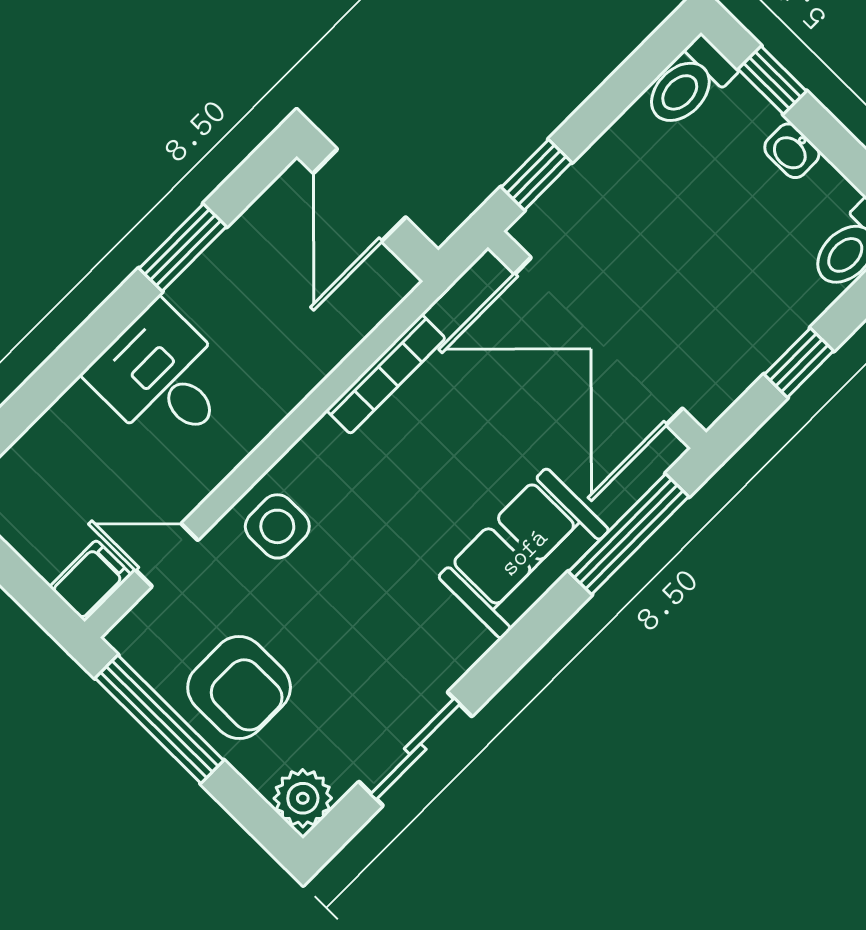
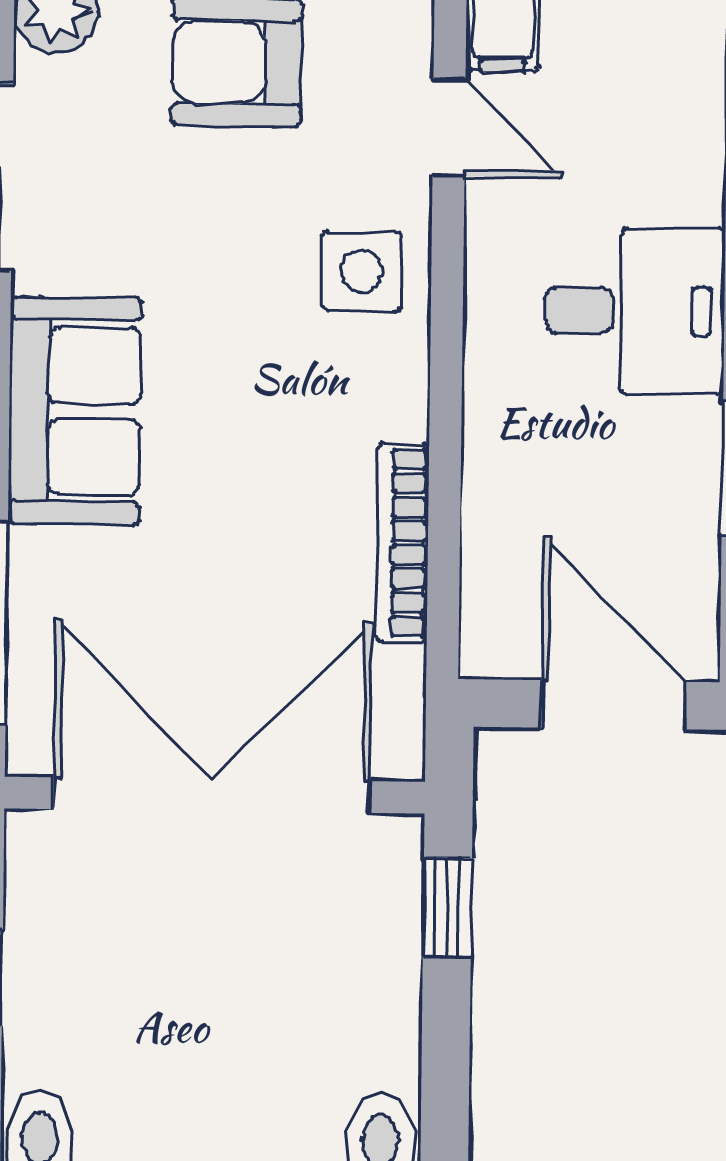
sofa: (524, 553) -> (75, 411), moved
door: (167, 555) -> (449, 128), hinge flipped

